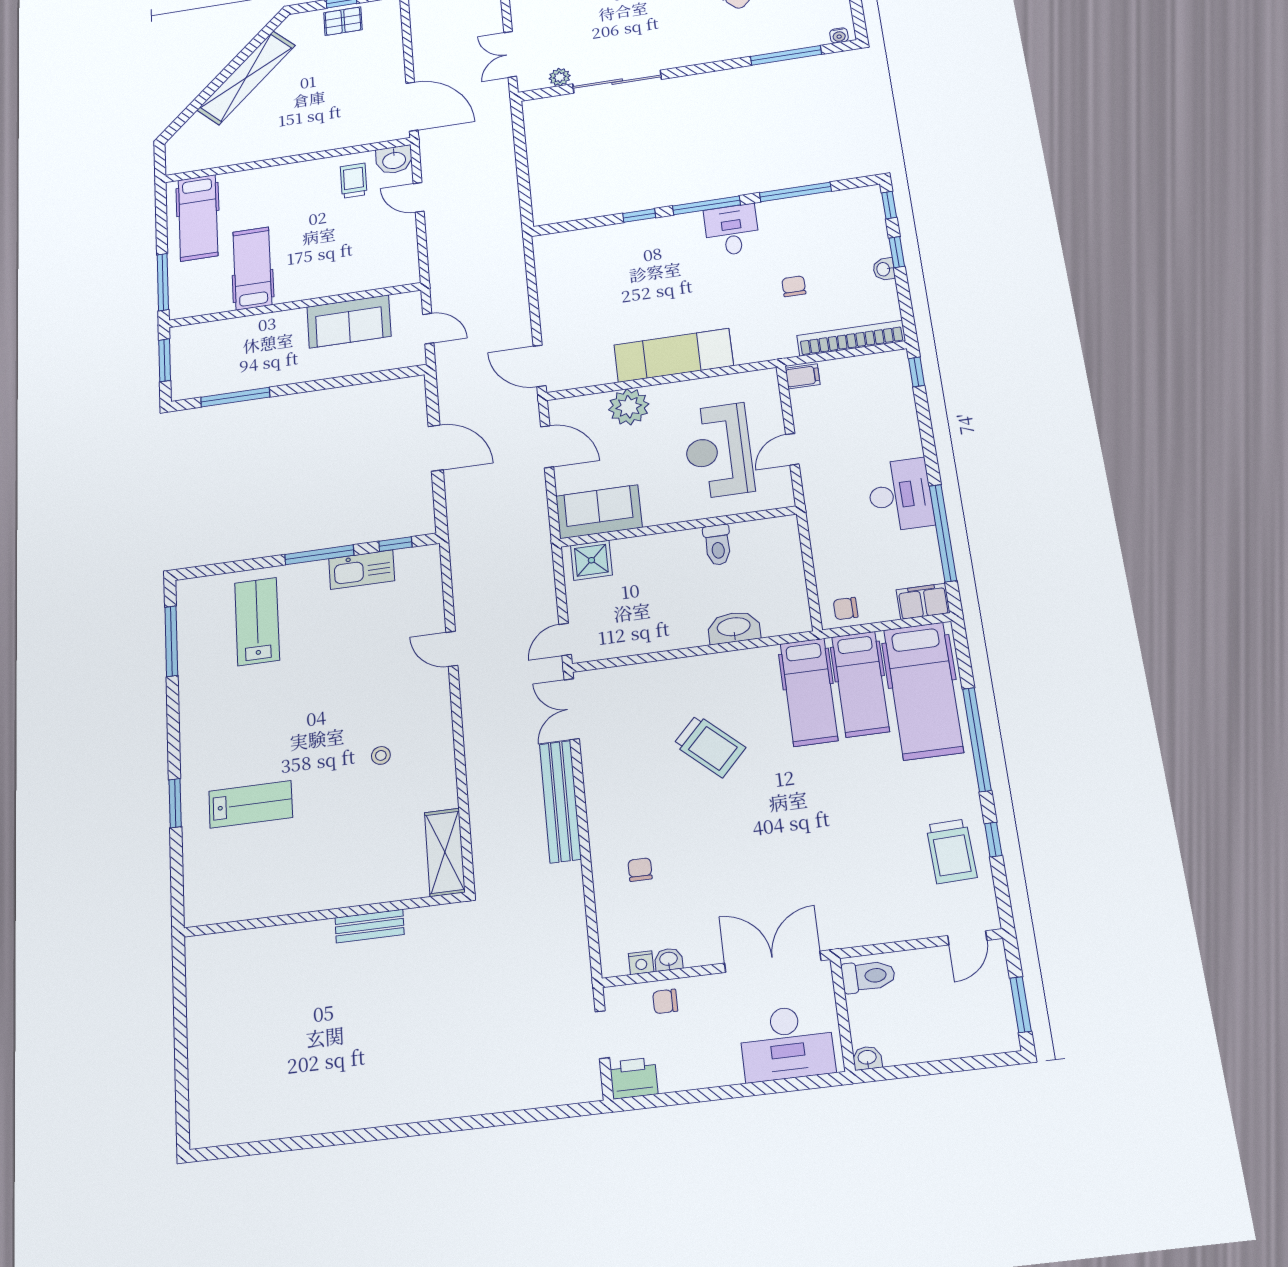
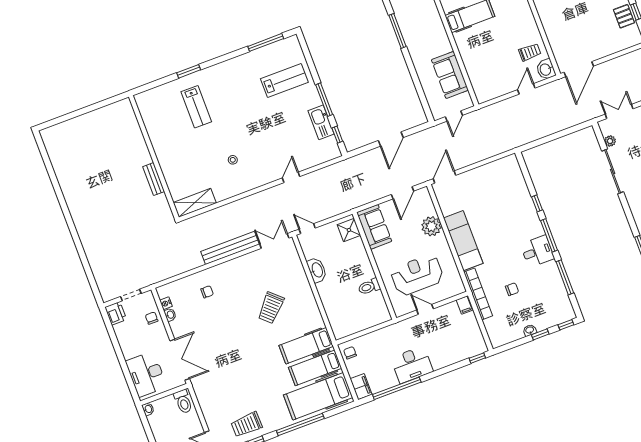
bookcase: (851, 338) -> (478, 294), moved
washbasin: (734, 628) -> (317, 270), moved

